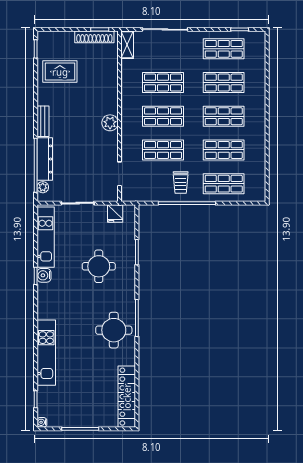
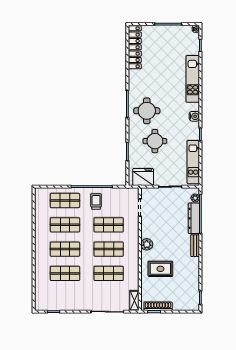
shop shelf: (224, 49) -> (65, 298), removed
rug: (60, 72) -> (160, 269), moved
fridge: (115, 213) -> (143, 177), width x1.88, depth x1.34
water cooler: (44, 275) -> (194, 116), moved
round table: (114, 330) -> (147, 111), moved

